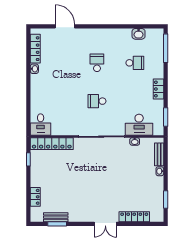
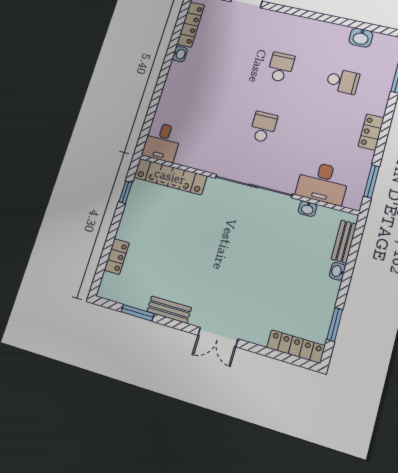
school desk: (97, 101) -> (263, 127), turned 90
bench: (56, 217) -> (169, 310), moved
locker: (134, 217) -> (296, 347), moved

